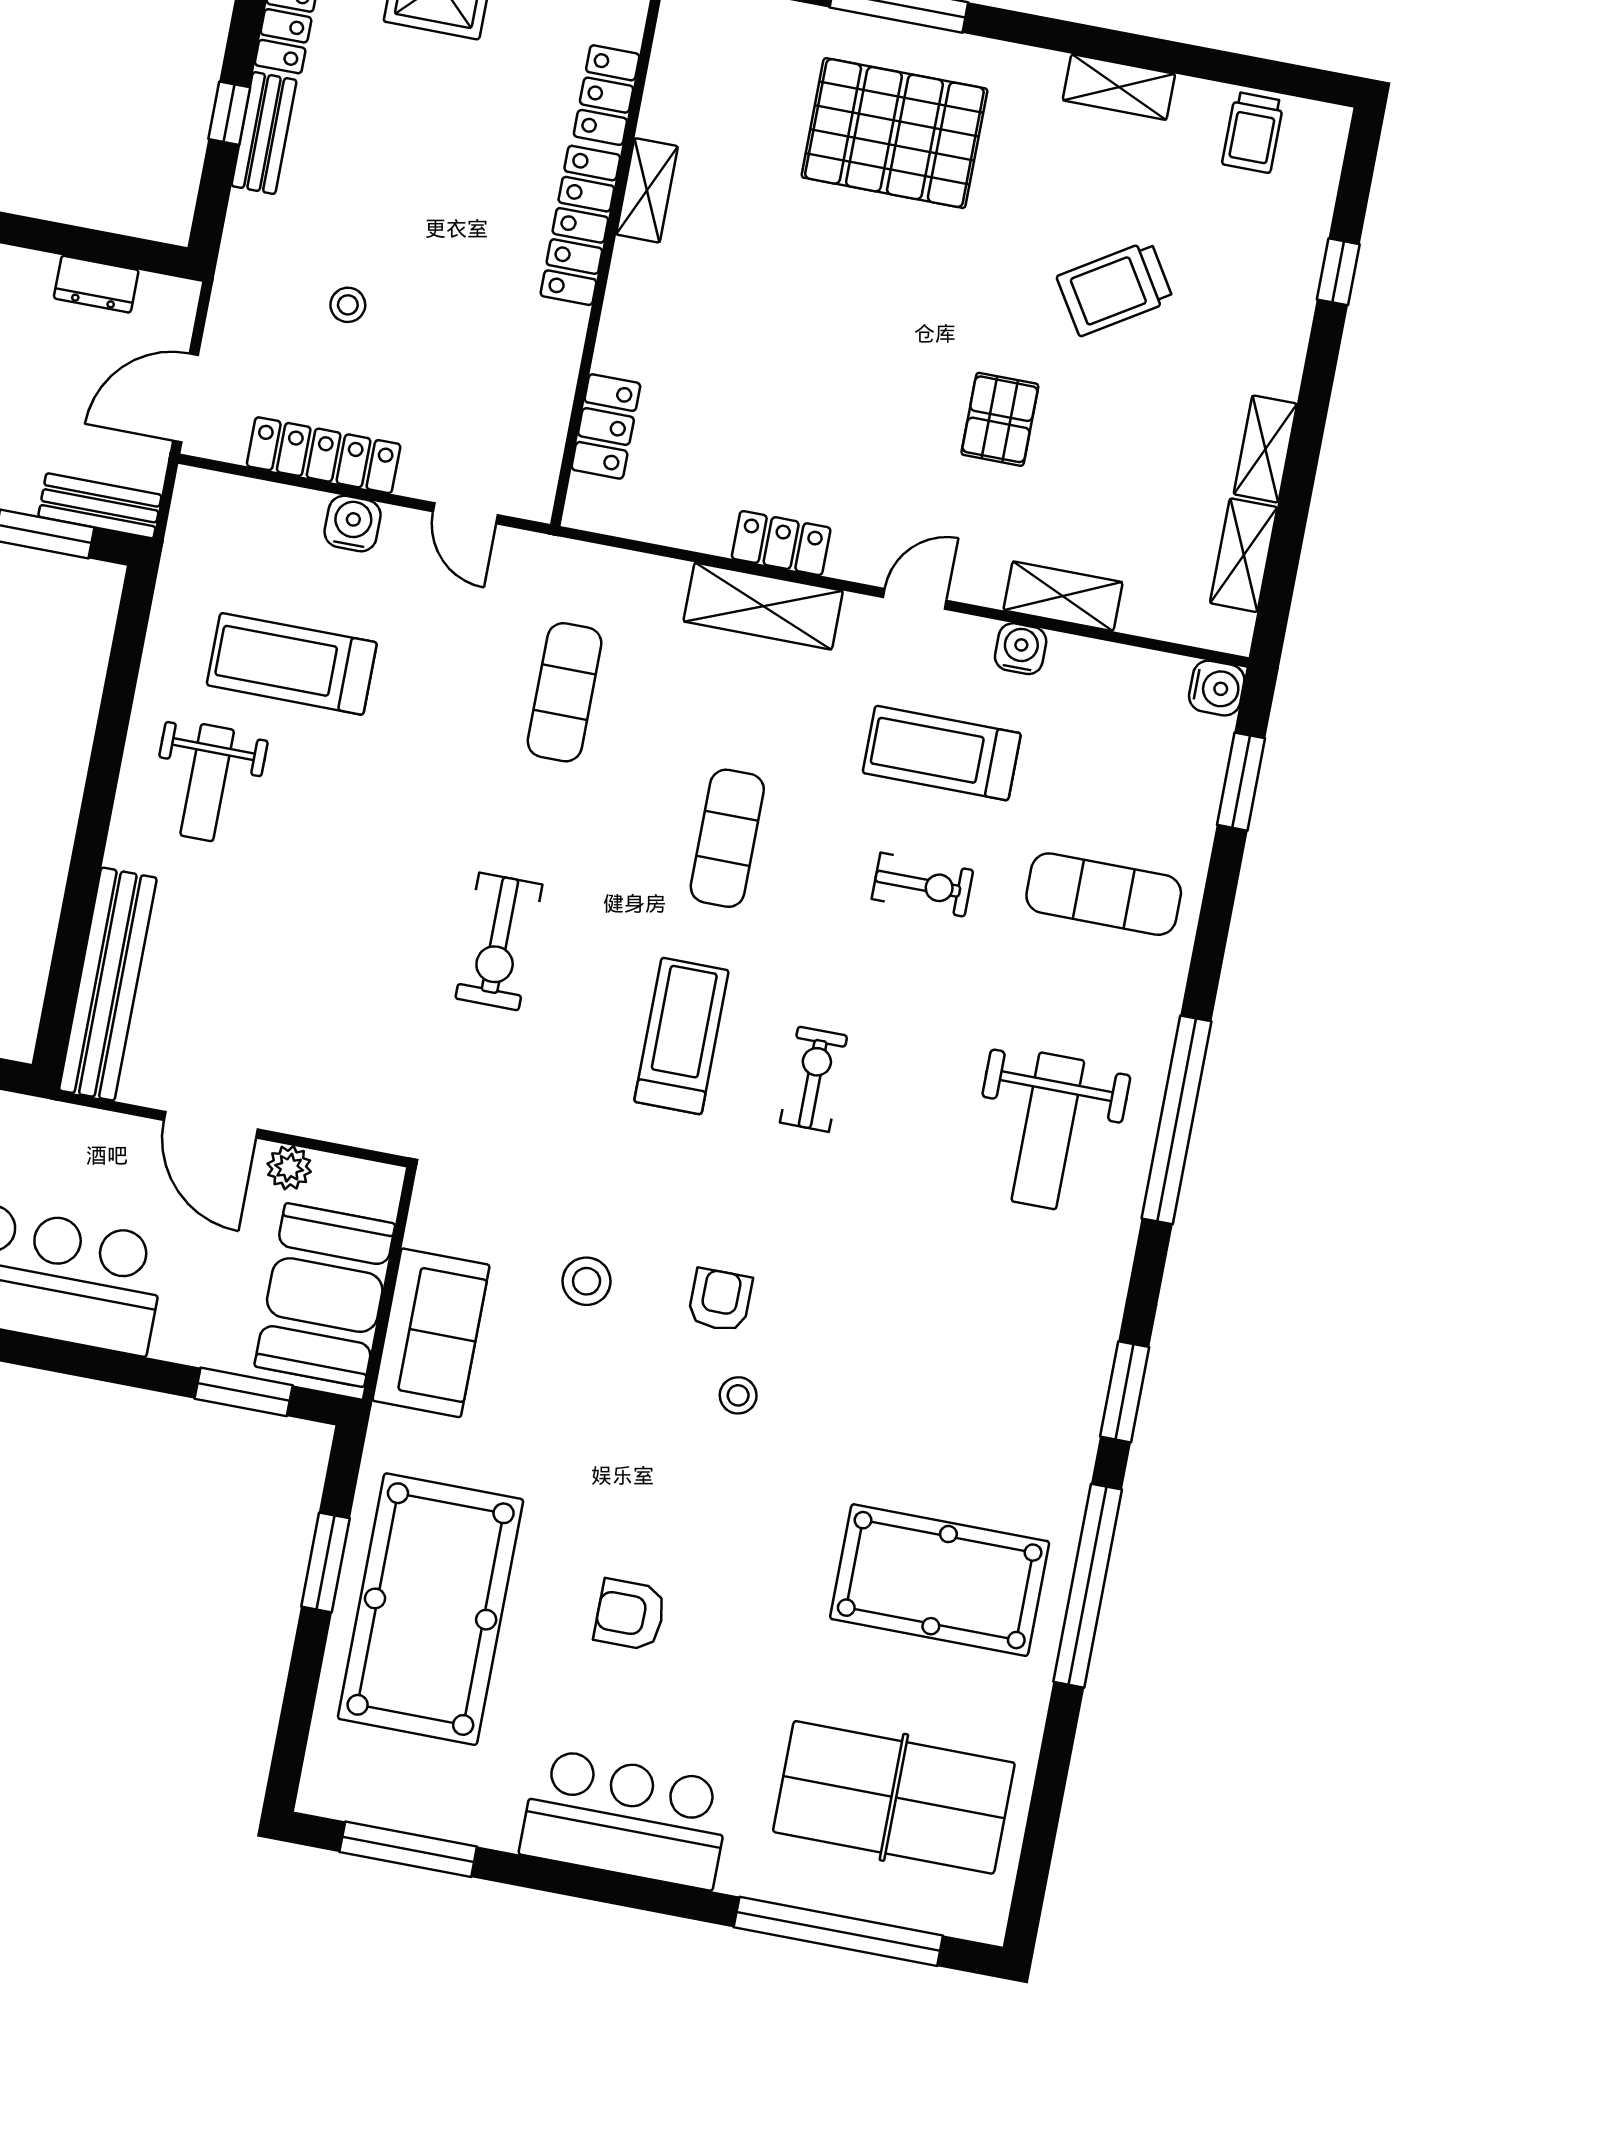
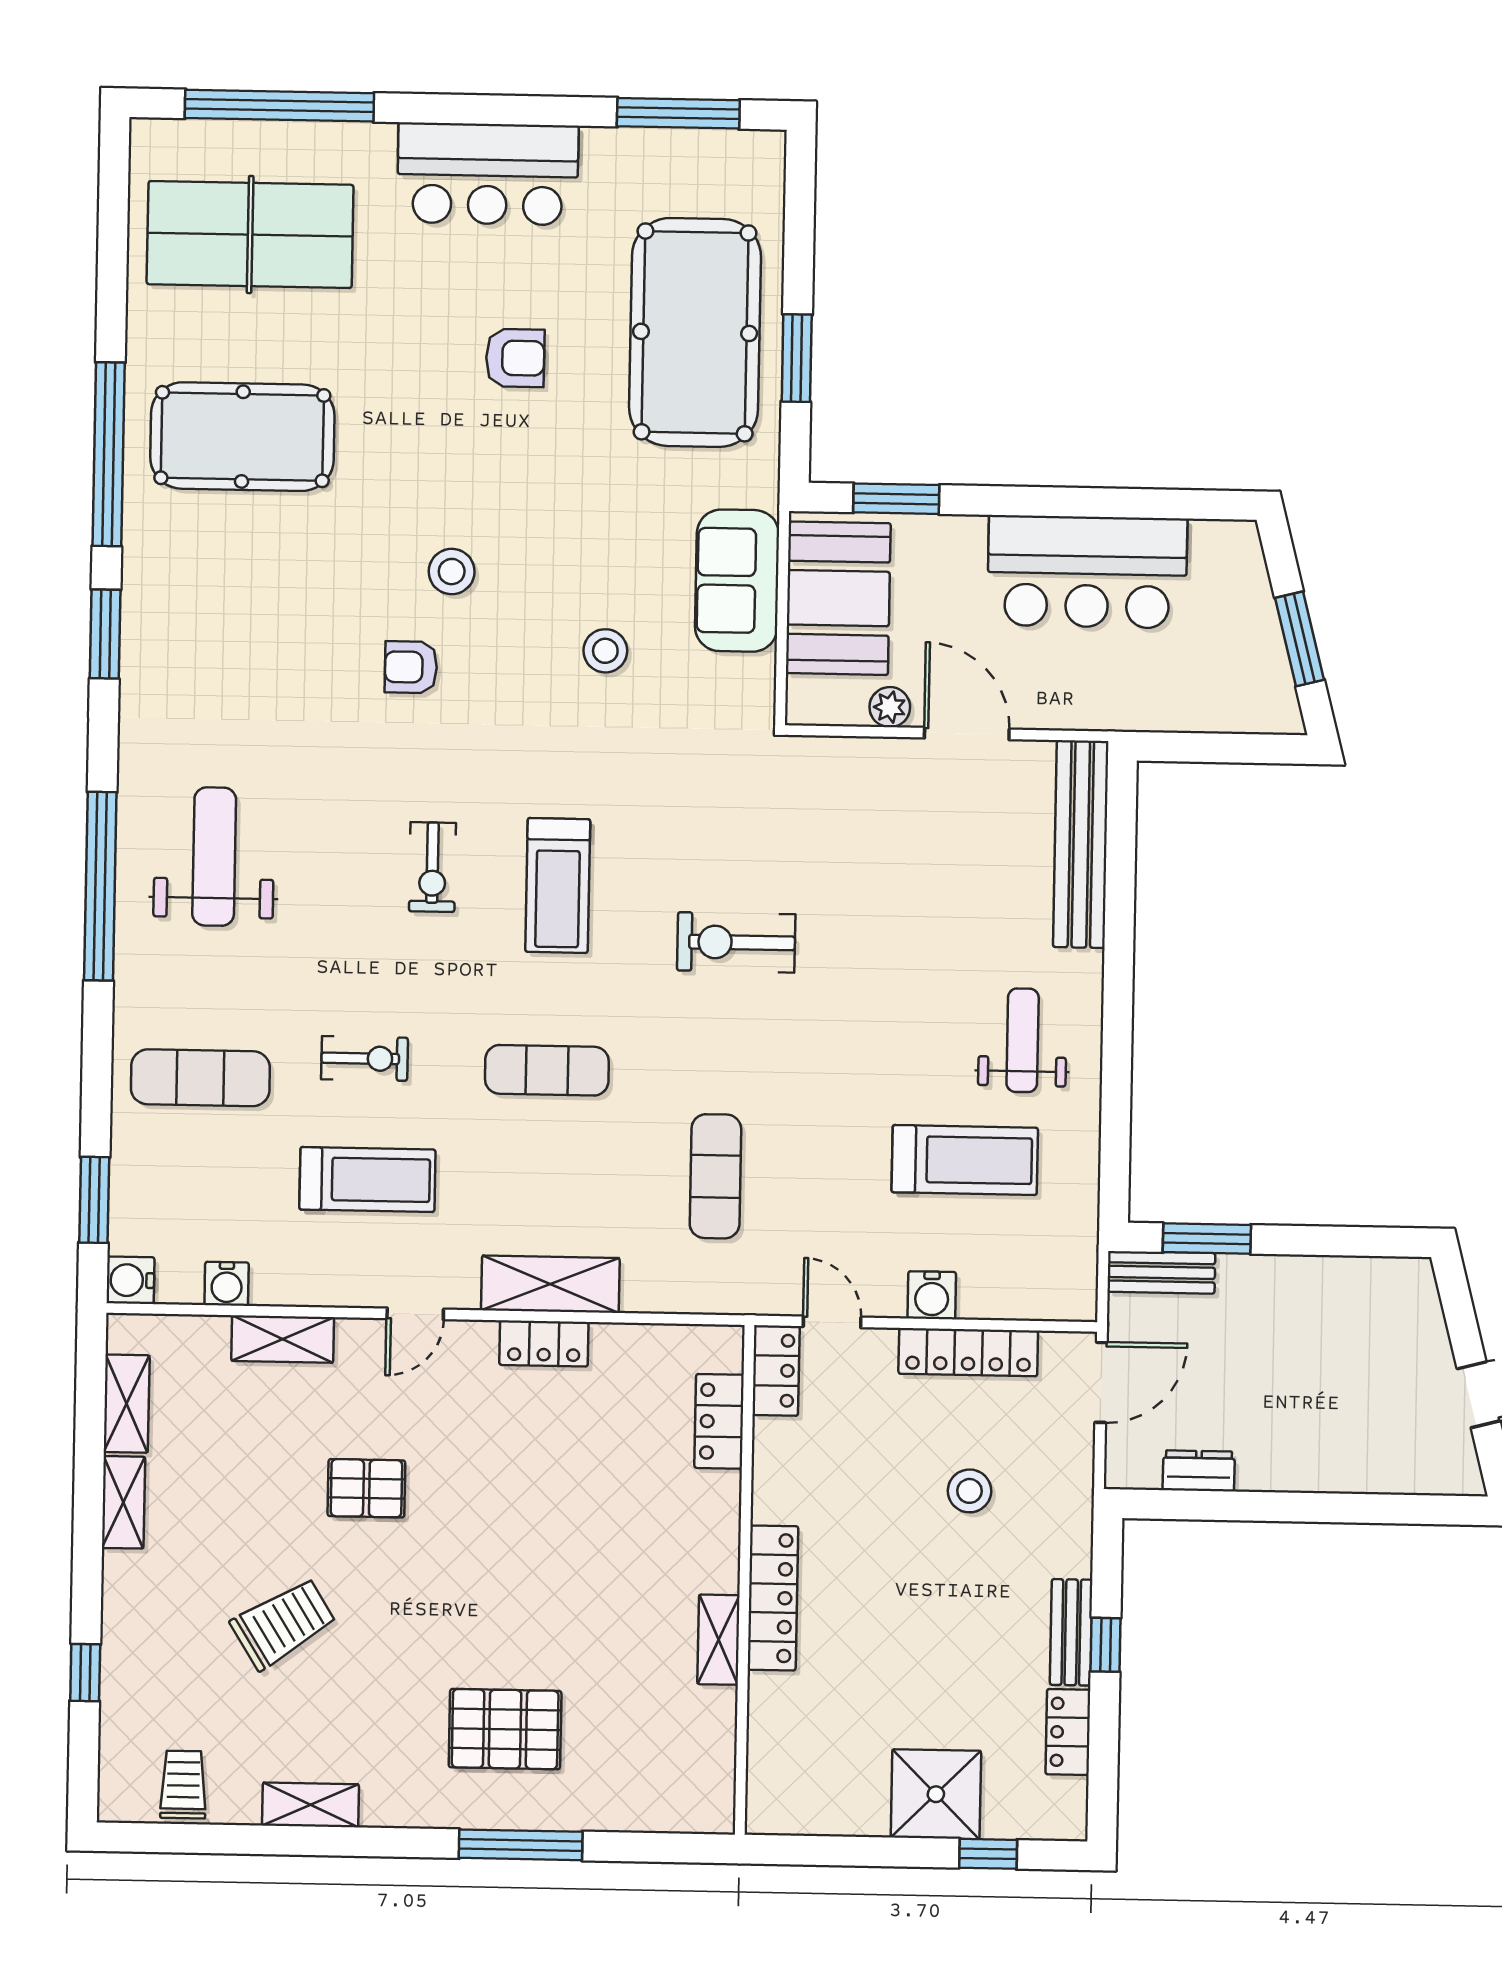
locker: (607, 95) -> (776, 1371), moved
pallet: (894, 133) -> (505, 1729), width x0.73, depth x0.71
stool: (348, 305) -> (970, 1491), width x1.37, depth x1.37
pallet: (1000, 419) -> (366, 1488), turned 90
water cooler: (1021, 649) -> (227, 1284), moved
exercise mat: (727, 838) -> (547, 1070), turned 90
exercise bike: (922, 885) -> (364, 1058), turned 180
exercise bike: (499, 942) -> (736, 942), turned -90
armchair: (720, 1300) -> (411, 667), moved, turned 90
stool: (738, 1395) -> (452, 572), width x1.37, depth x1.37

